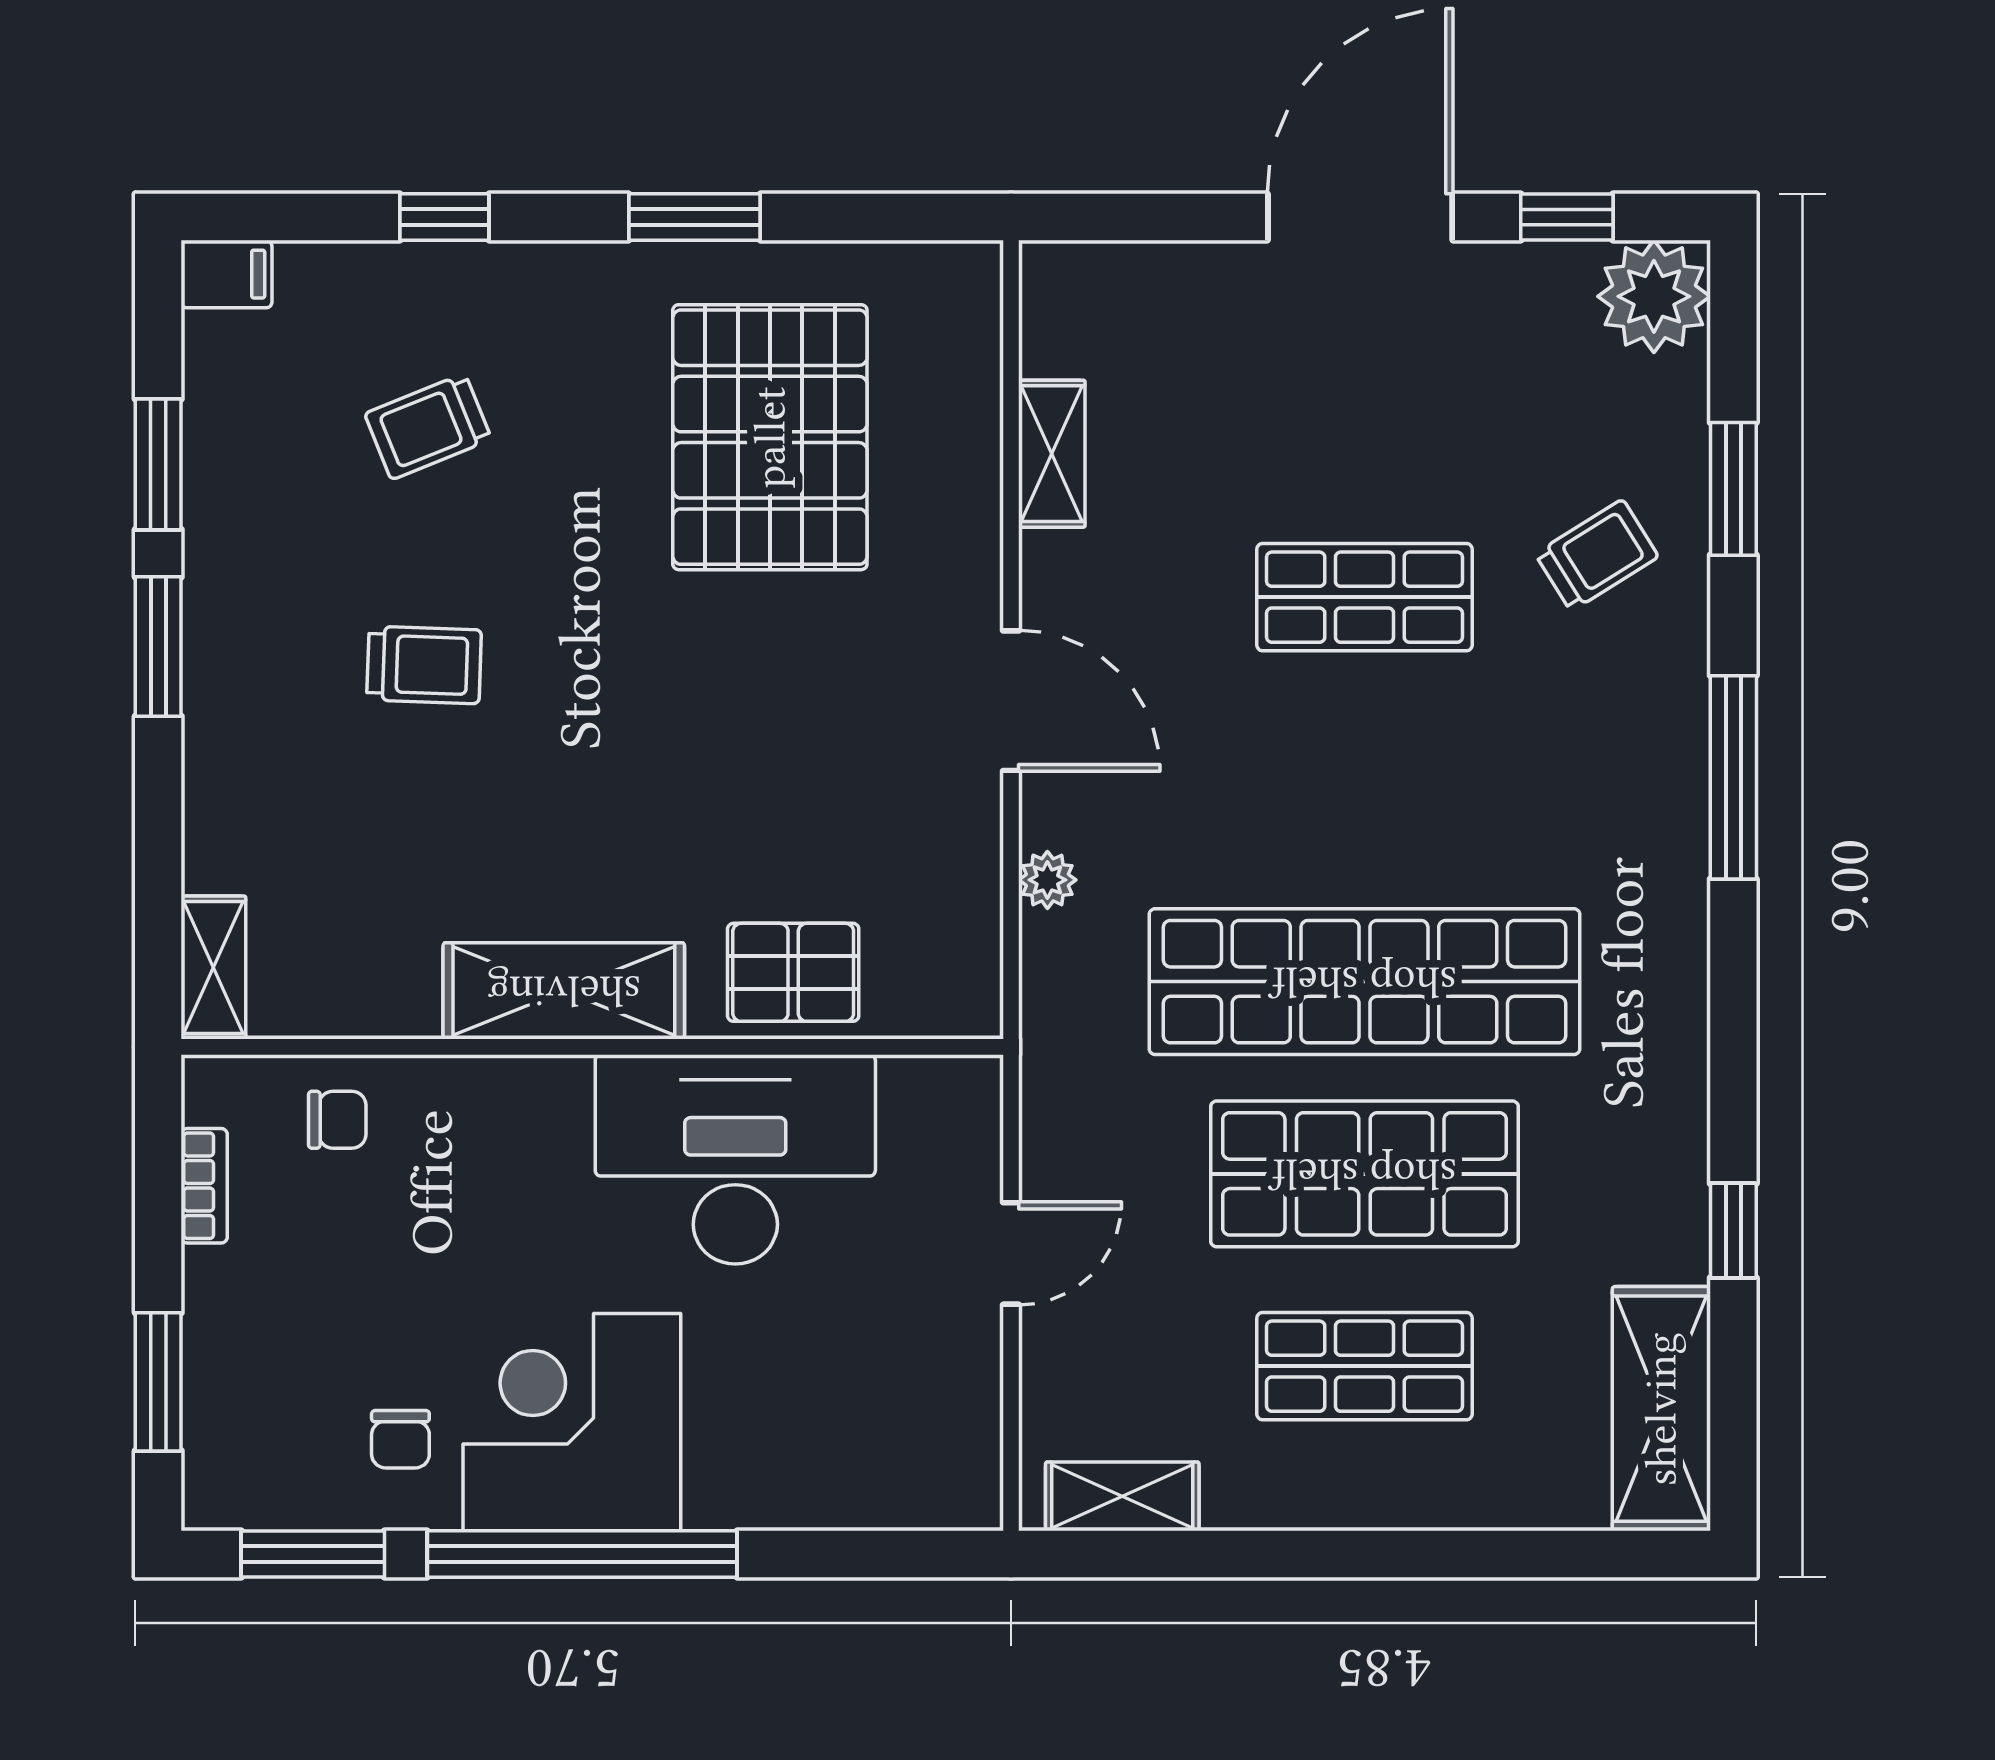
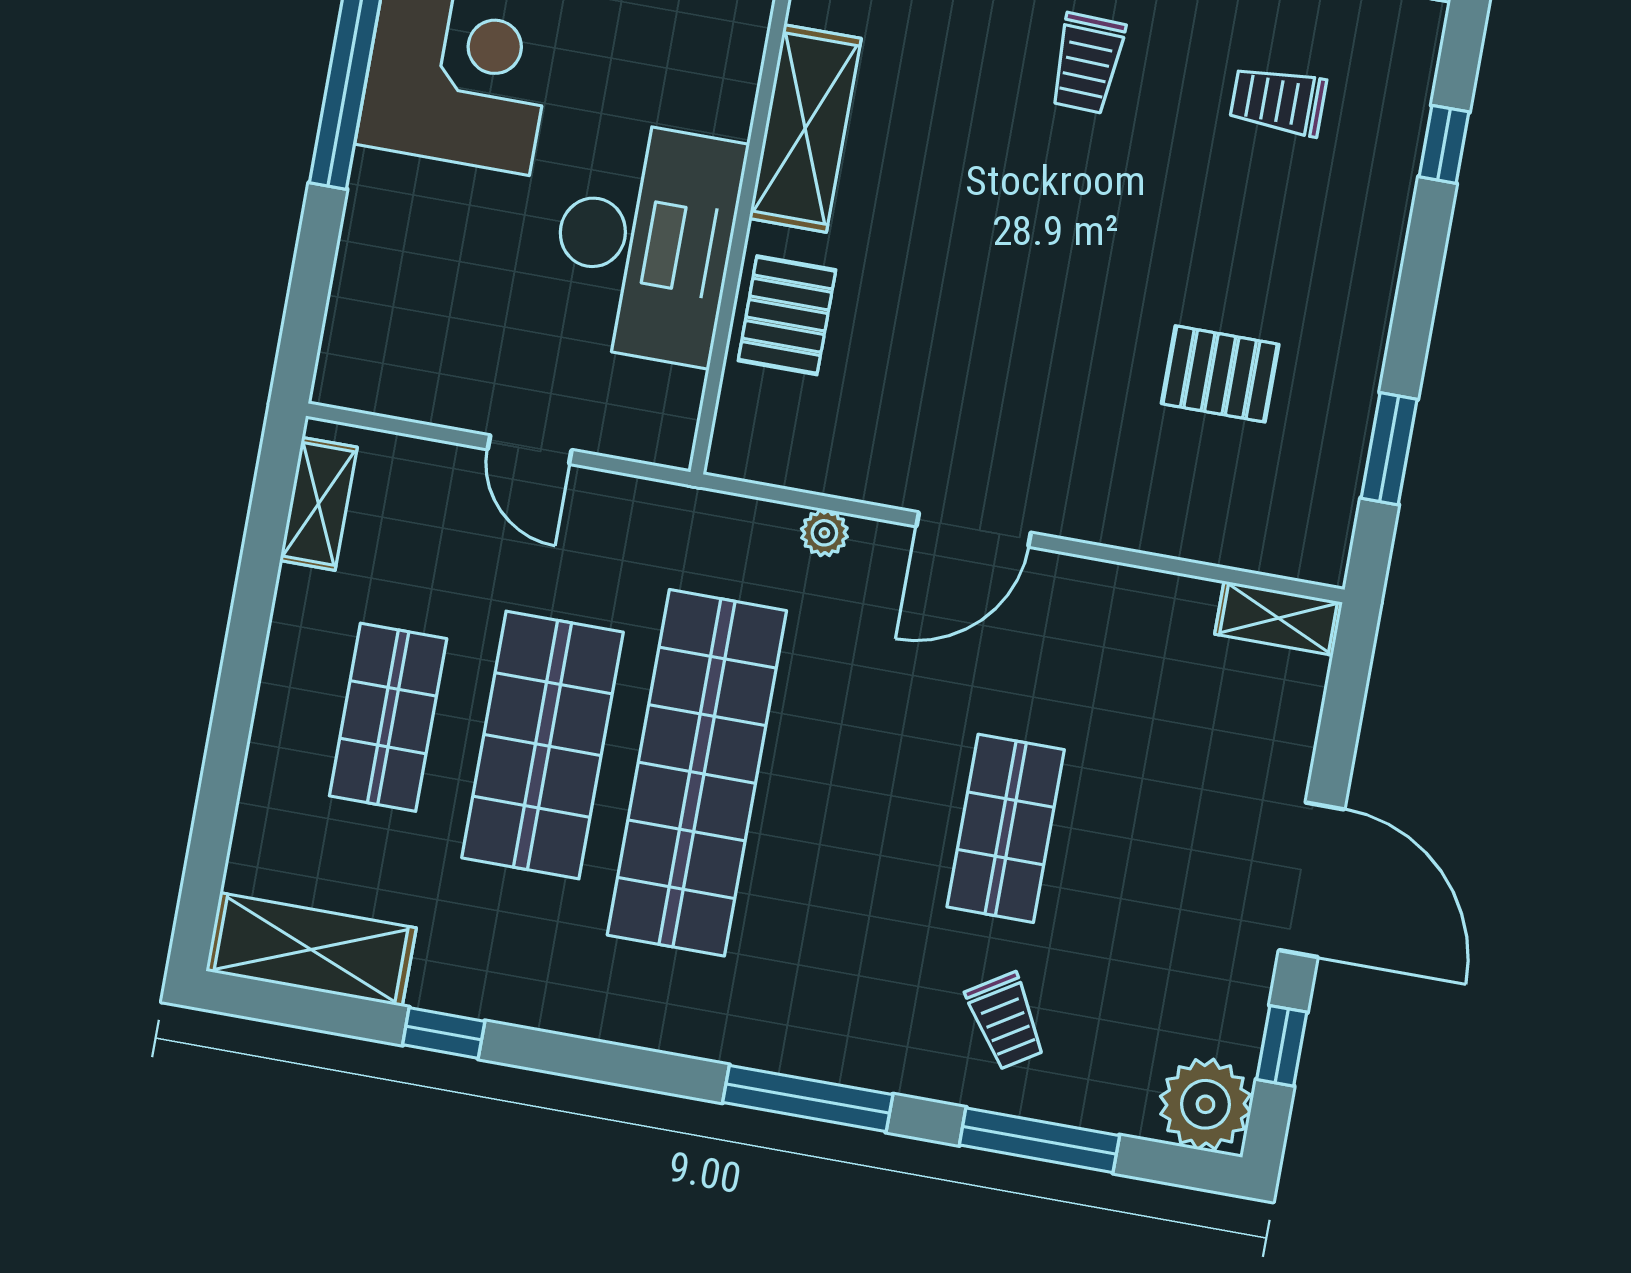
window: (695, 217) -> (1389, 449), moved
trolley: (428, 427) -> (1278, 101), turned -68
pallet: (770, 437) -> (1220, 374), width x0.49, depth x0.50
shelving: (1052, 454) -> (1279, 618), moved
window: (1733, 489) -> (1039, 1140), width x1.44

